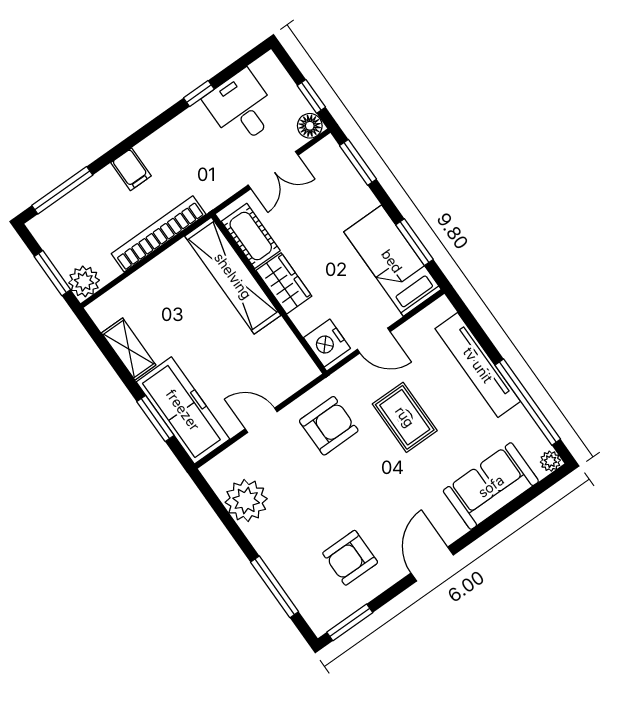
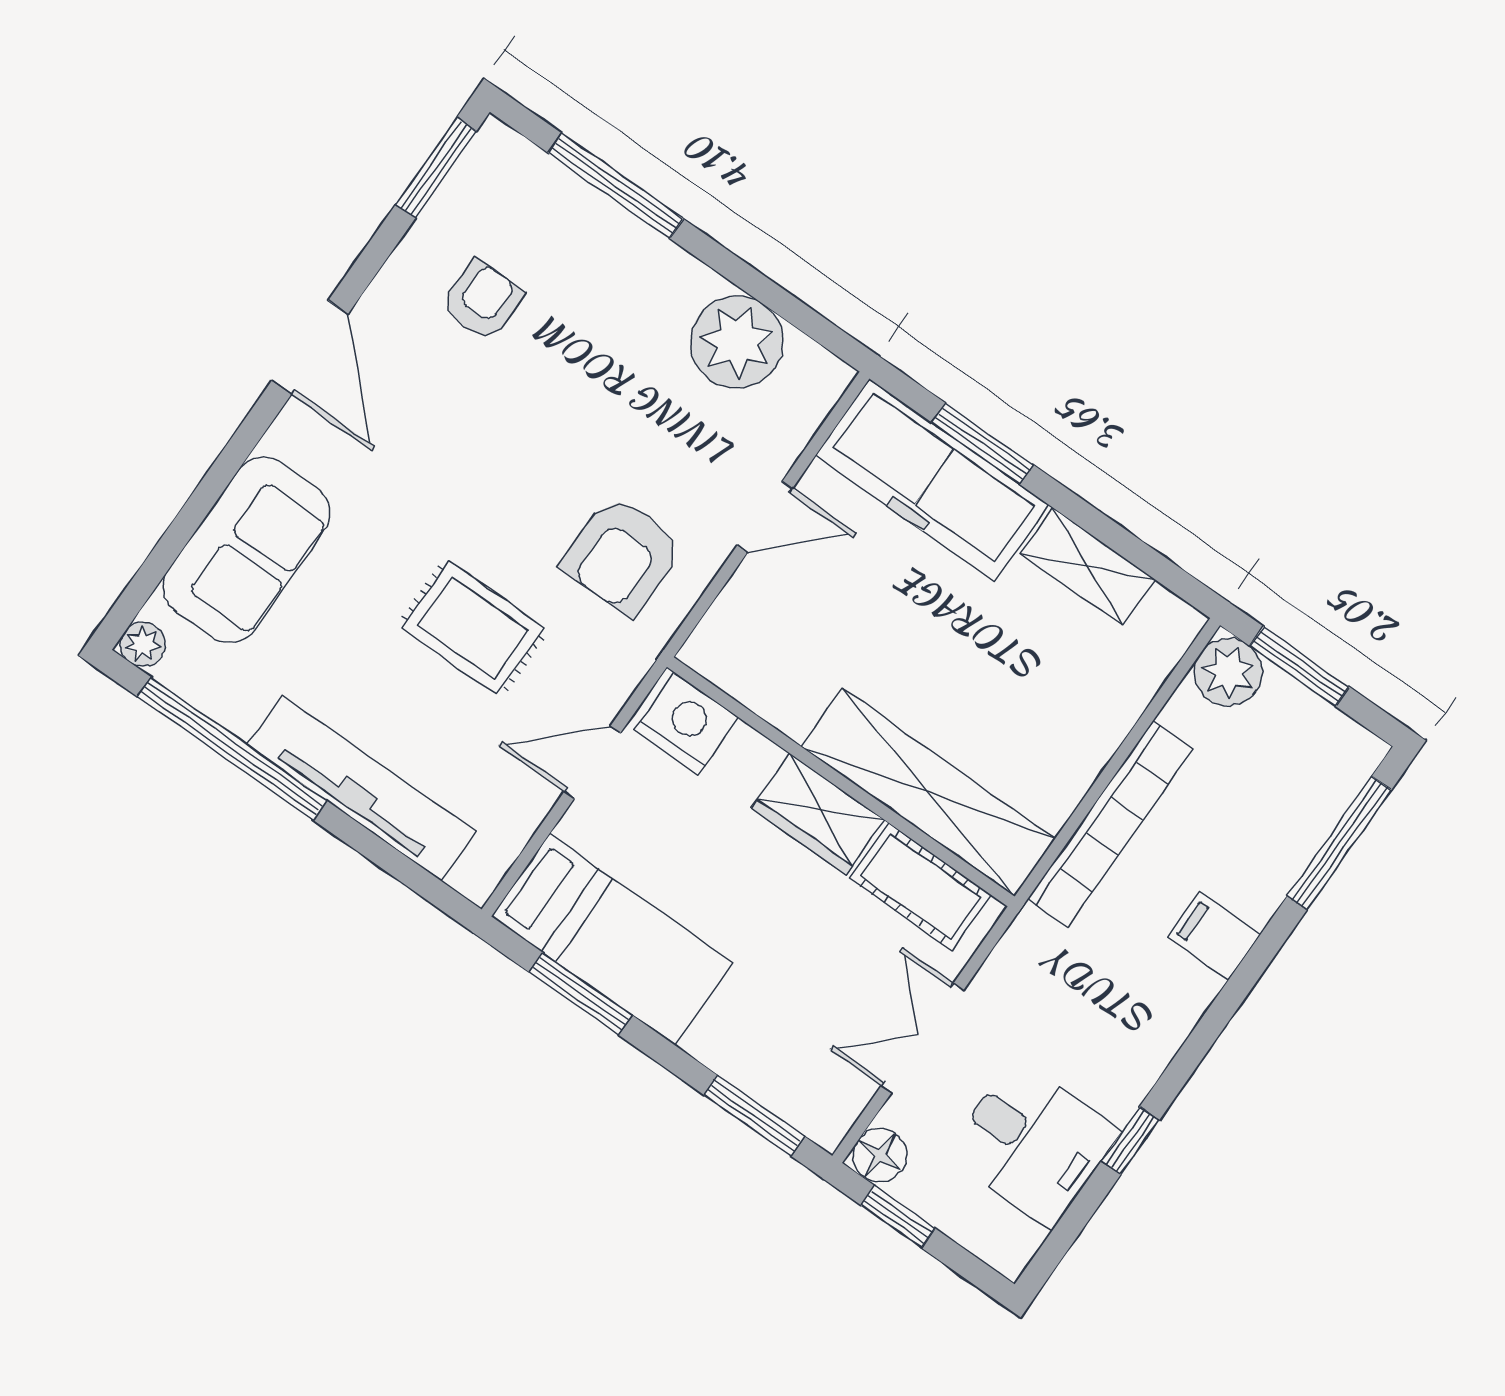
armchair: (350, 558) -> (482, 301), width x0.72, depth x0.72

